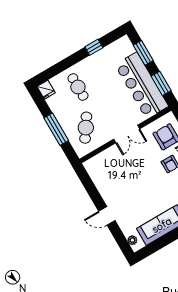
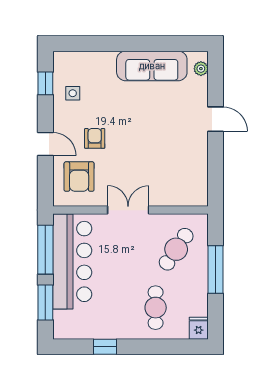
window: (161, 83) -> (45, 250), width x1.44

